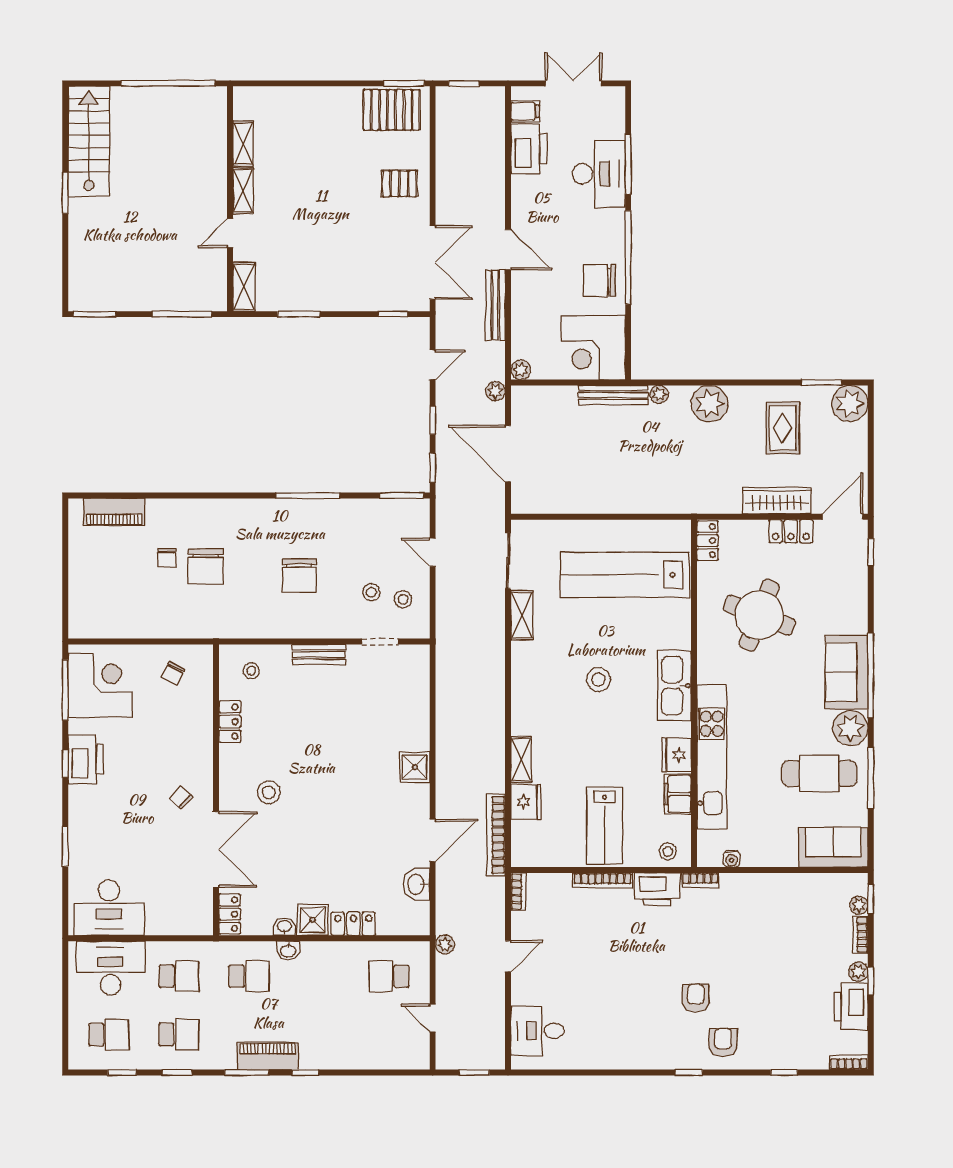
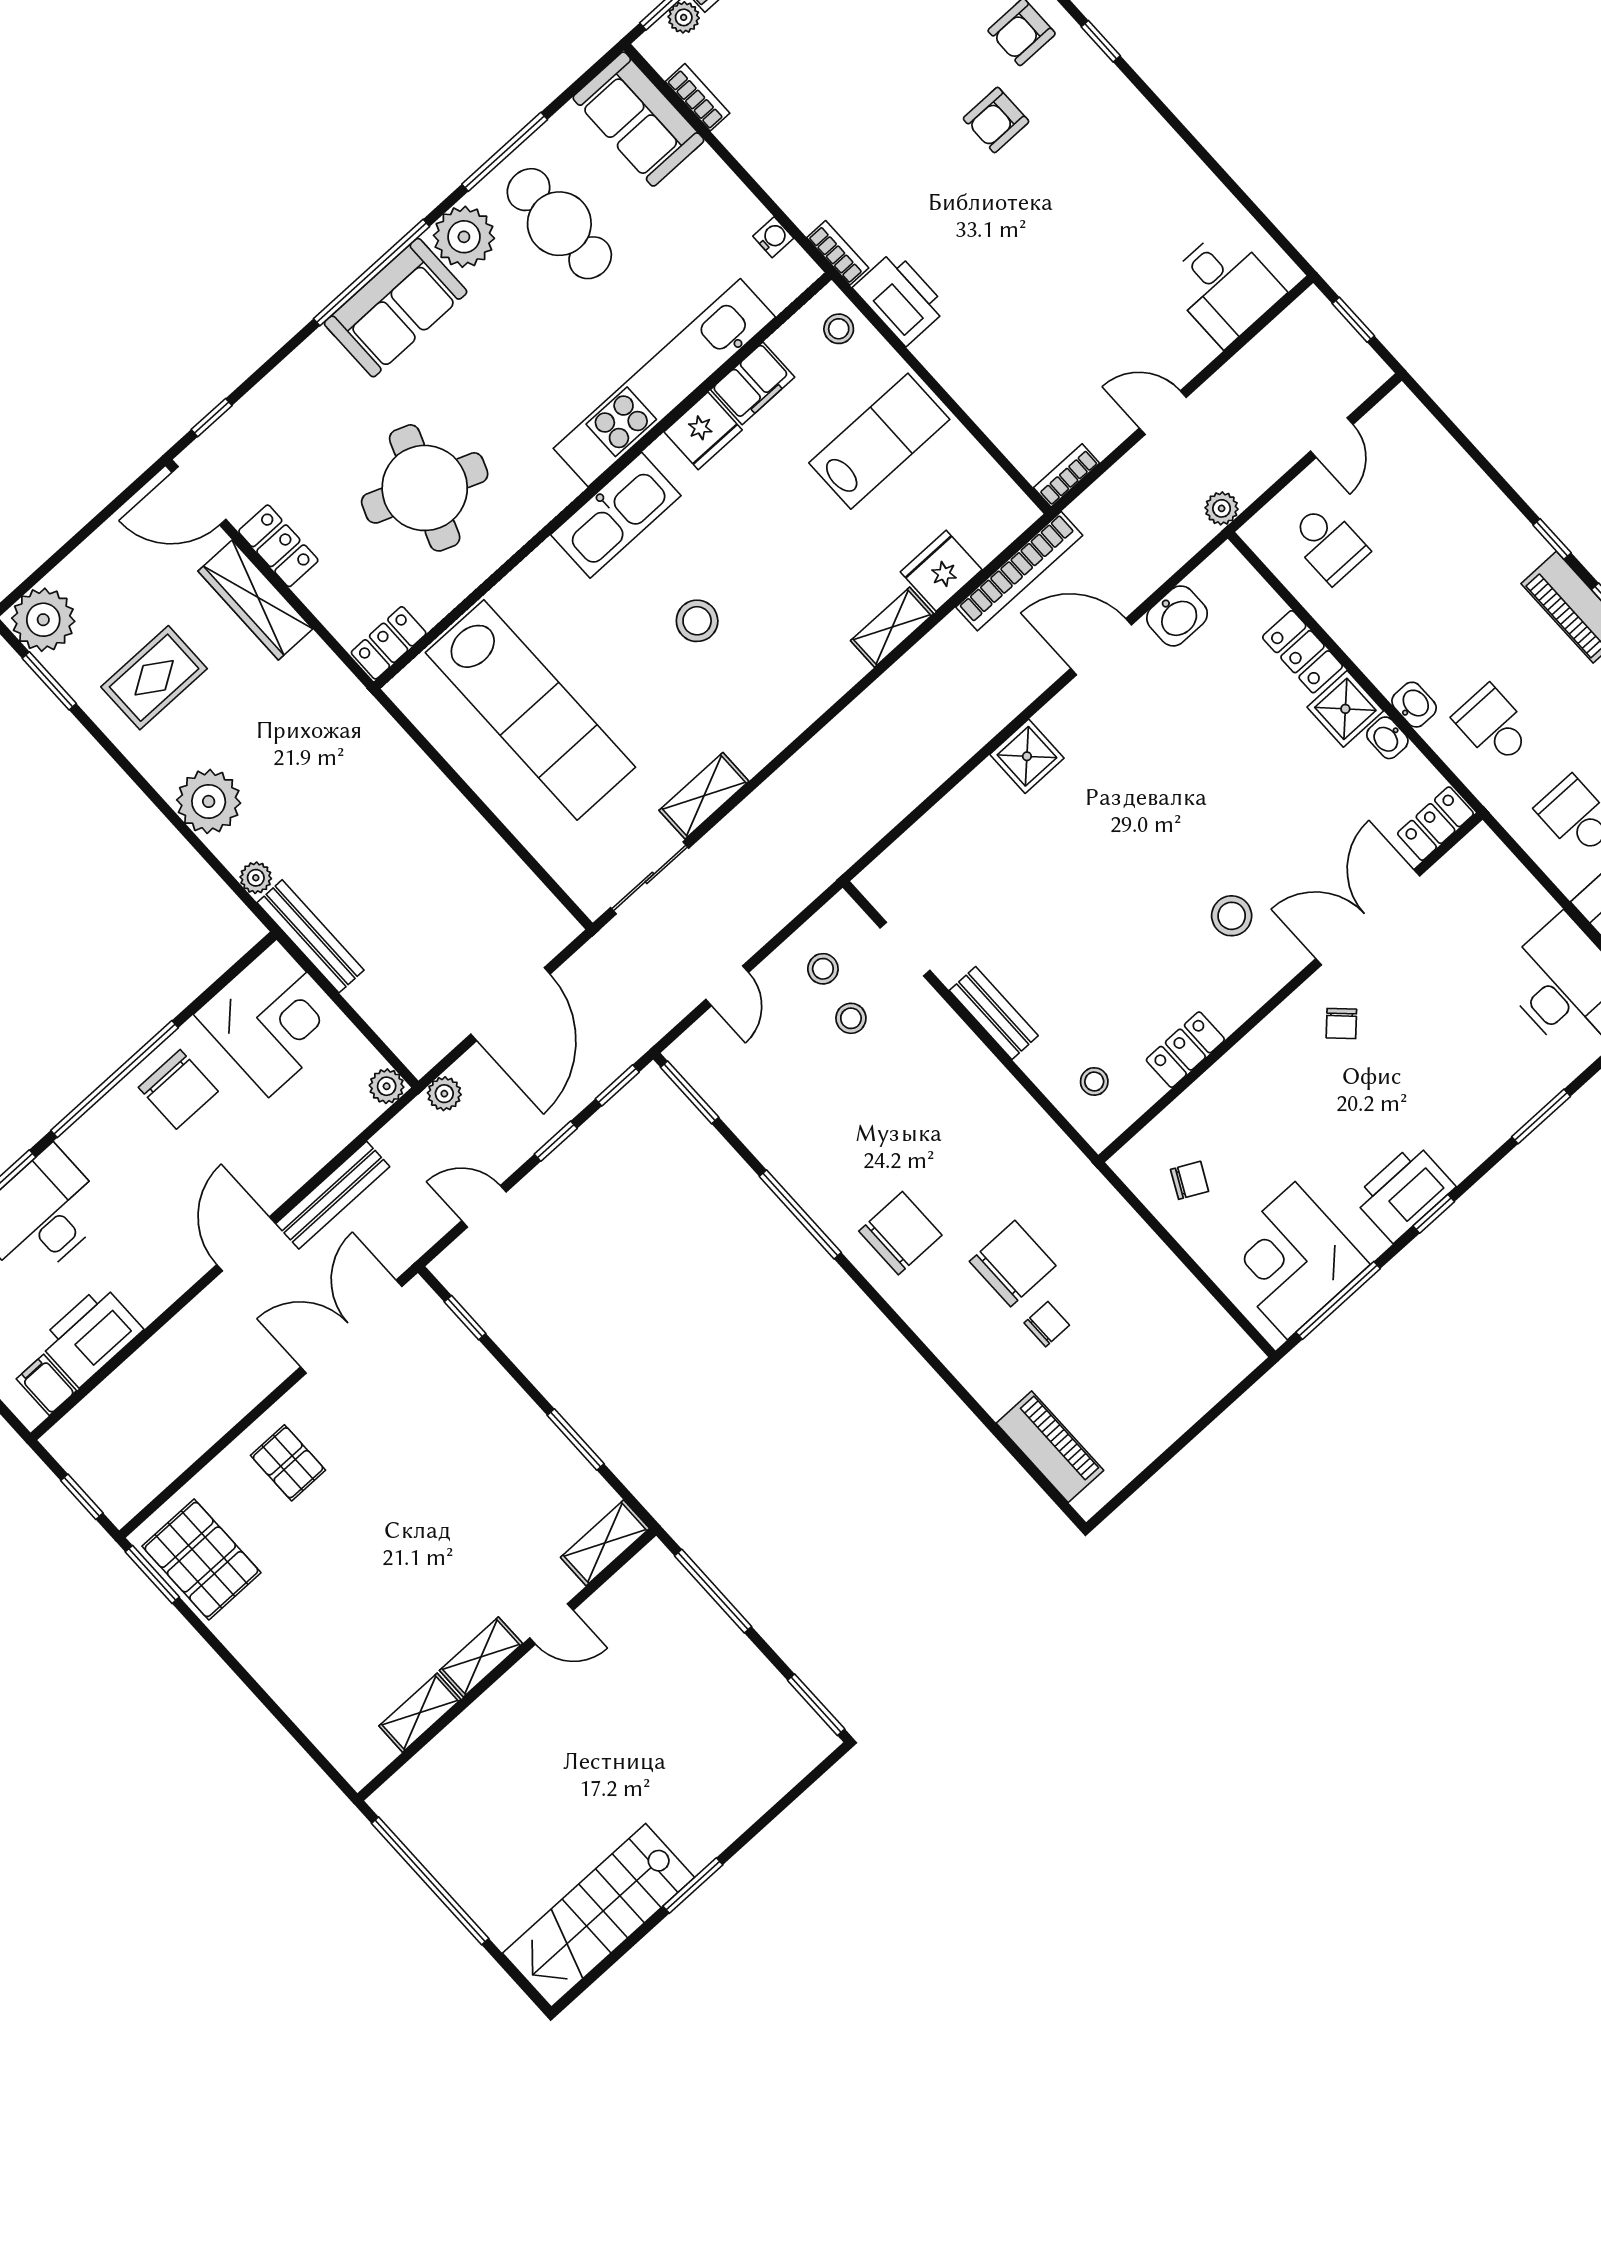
chair: (299, 576) -> (900, 1233), moved
bookcase: (603, 880) -> (698, 97), moved, width x0.64

